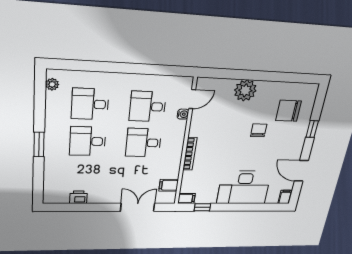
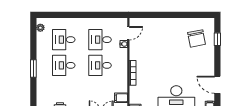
plant: (245, 90) -> (163, 25), removed
chair: (288, 111) -> (197, 38), turned -101
window: (312, 129) -> (217, 39), moved
chair: (259, 130) -> (178, 54), removed

